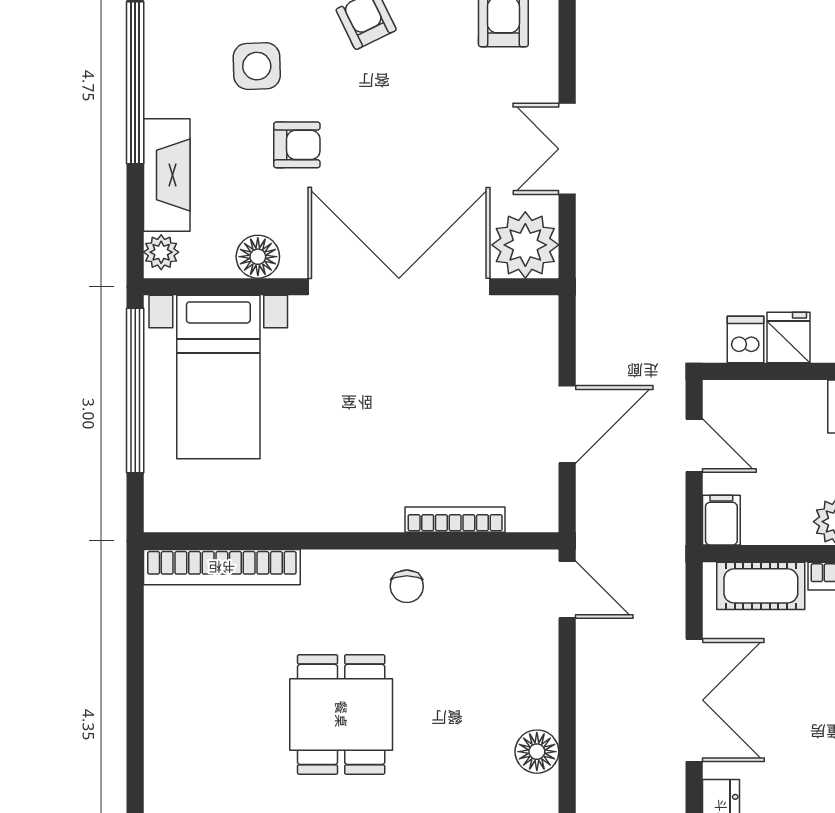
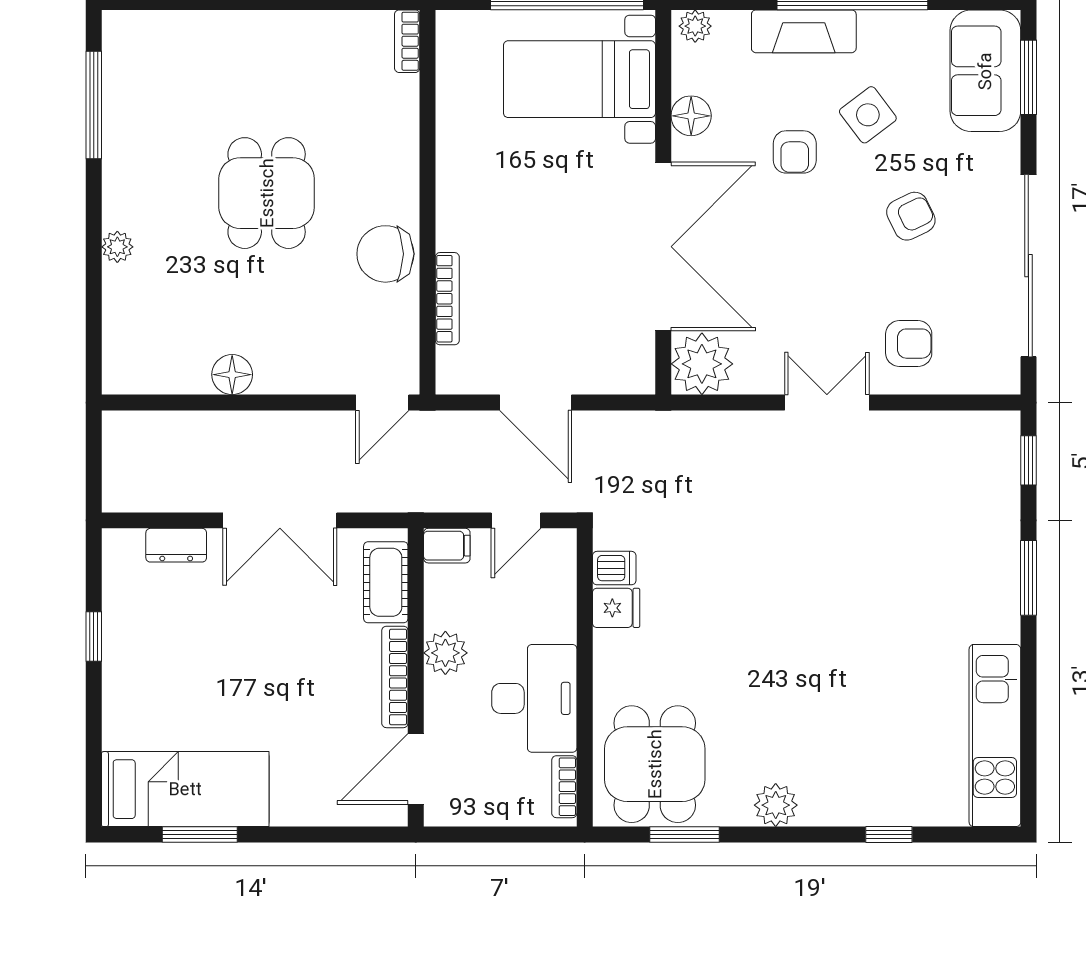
side table: (257, 66) -> (868, 115), turned -35
double door: (567, 149) -> (827, 403), moved
fireplace: (167, 175) -> (804, 31), moved
bookcase: (222, 567) -> (407, 41), width x0.43, depth x0.76
chair: (407, 586) -> (385, 254), width x1.87, depth x1.87
dining table: (341, 714) -> (267, 193), turned 90

